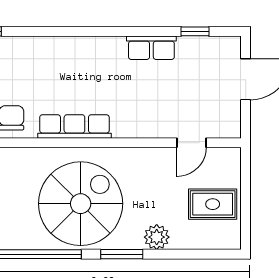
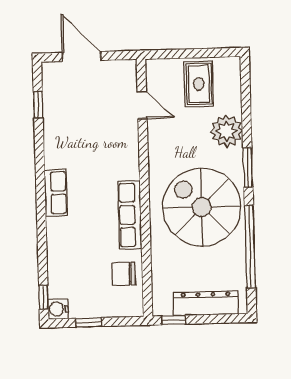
row of seats: (151, 48) -> (56, 193), moved
plant: (157, 237) -> (227, 131), width x1.36, depth x1.36

